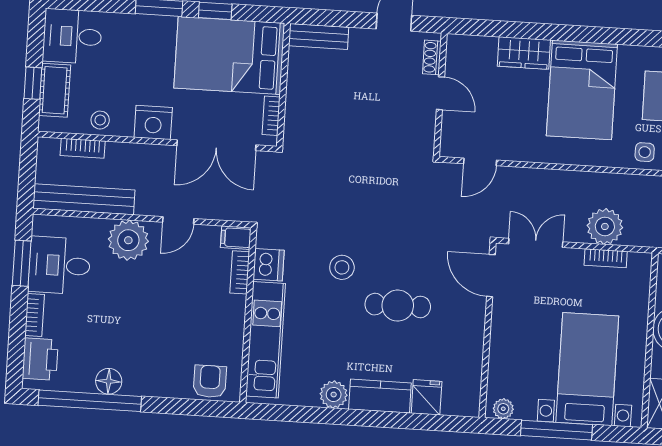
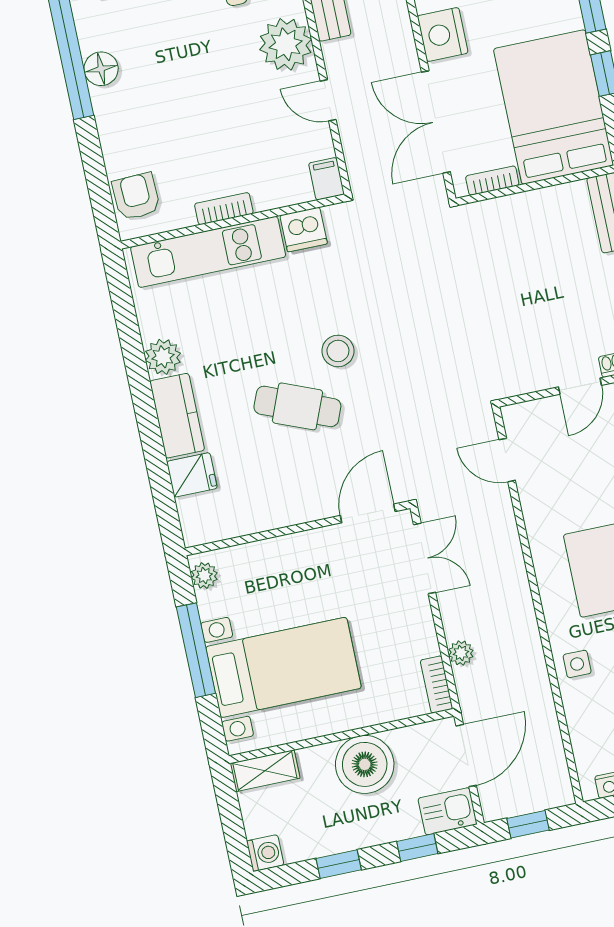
plant: (605, 226) -> (461, 653), width x0.53, depth x0.53
bookcase: (606, 258) -> (437, 685), moved
stool: (342, 267) -> (338, 351), moved
bookcase: (240, 272) -> (224, 209), moved
cafe table: (398, 306) -> (297, 406), turned -68
armchair: (210, 381) -> (136, 196), turned -92

